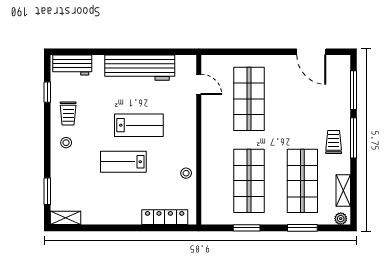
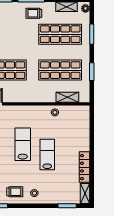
lab bench: (123, 162) -> (47, 155), turned 180
shelving: (209, 192) -> (67, 97), added
locker: (165, 217) -> (85, 167), moved

